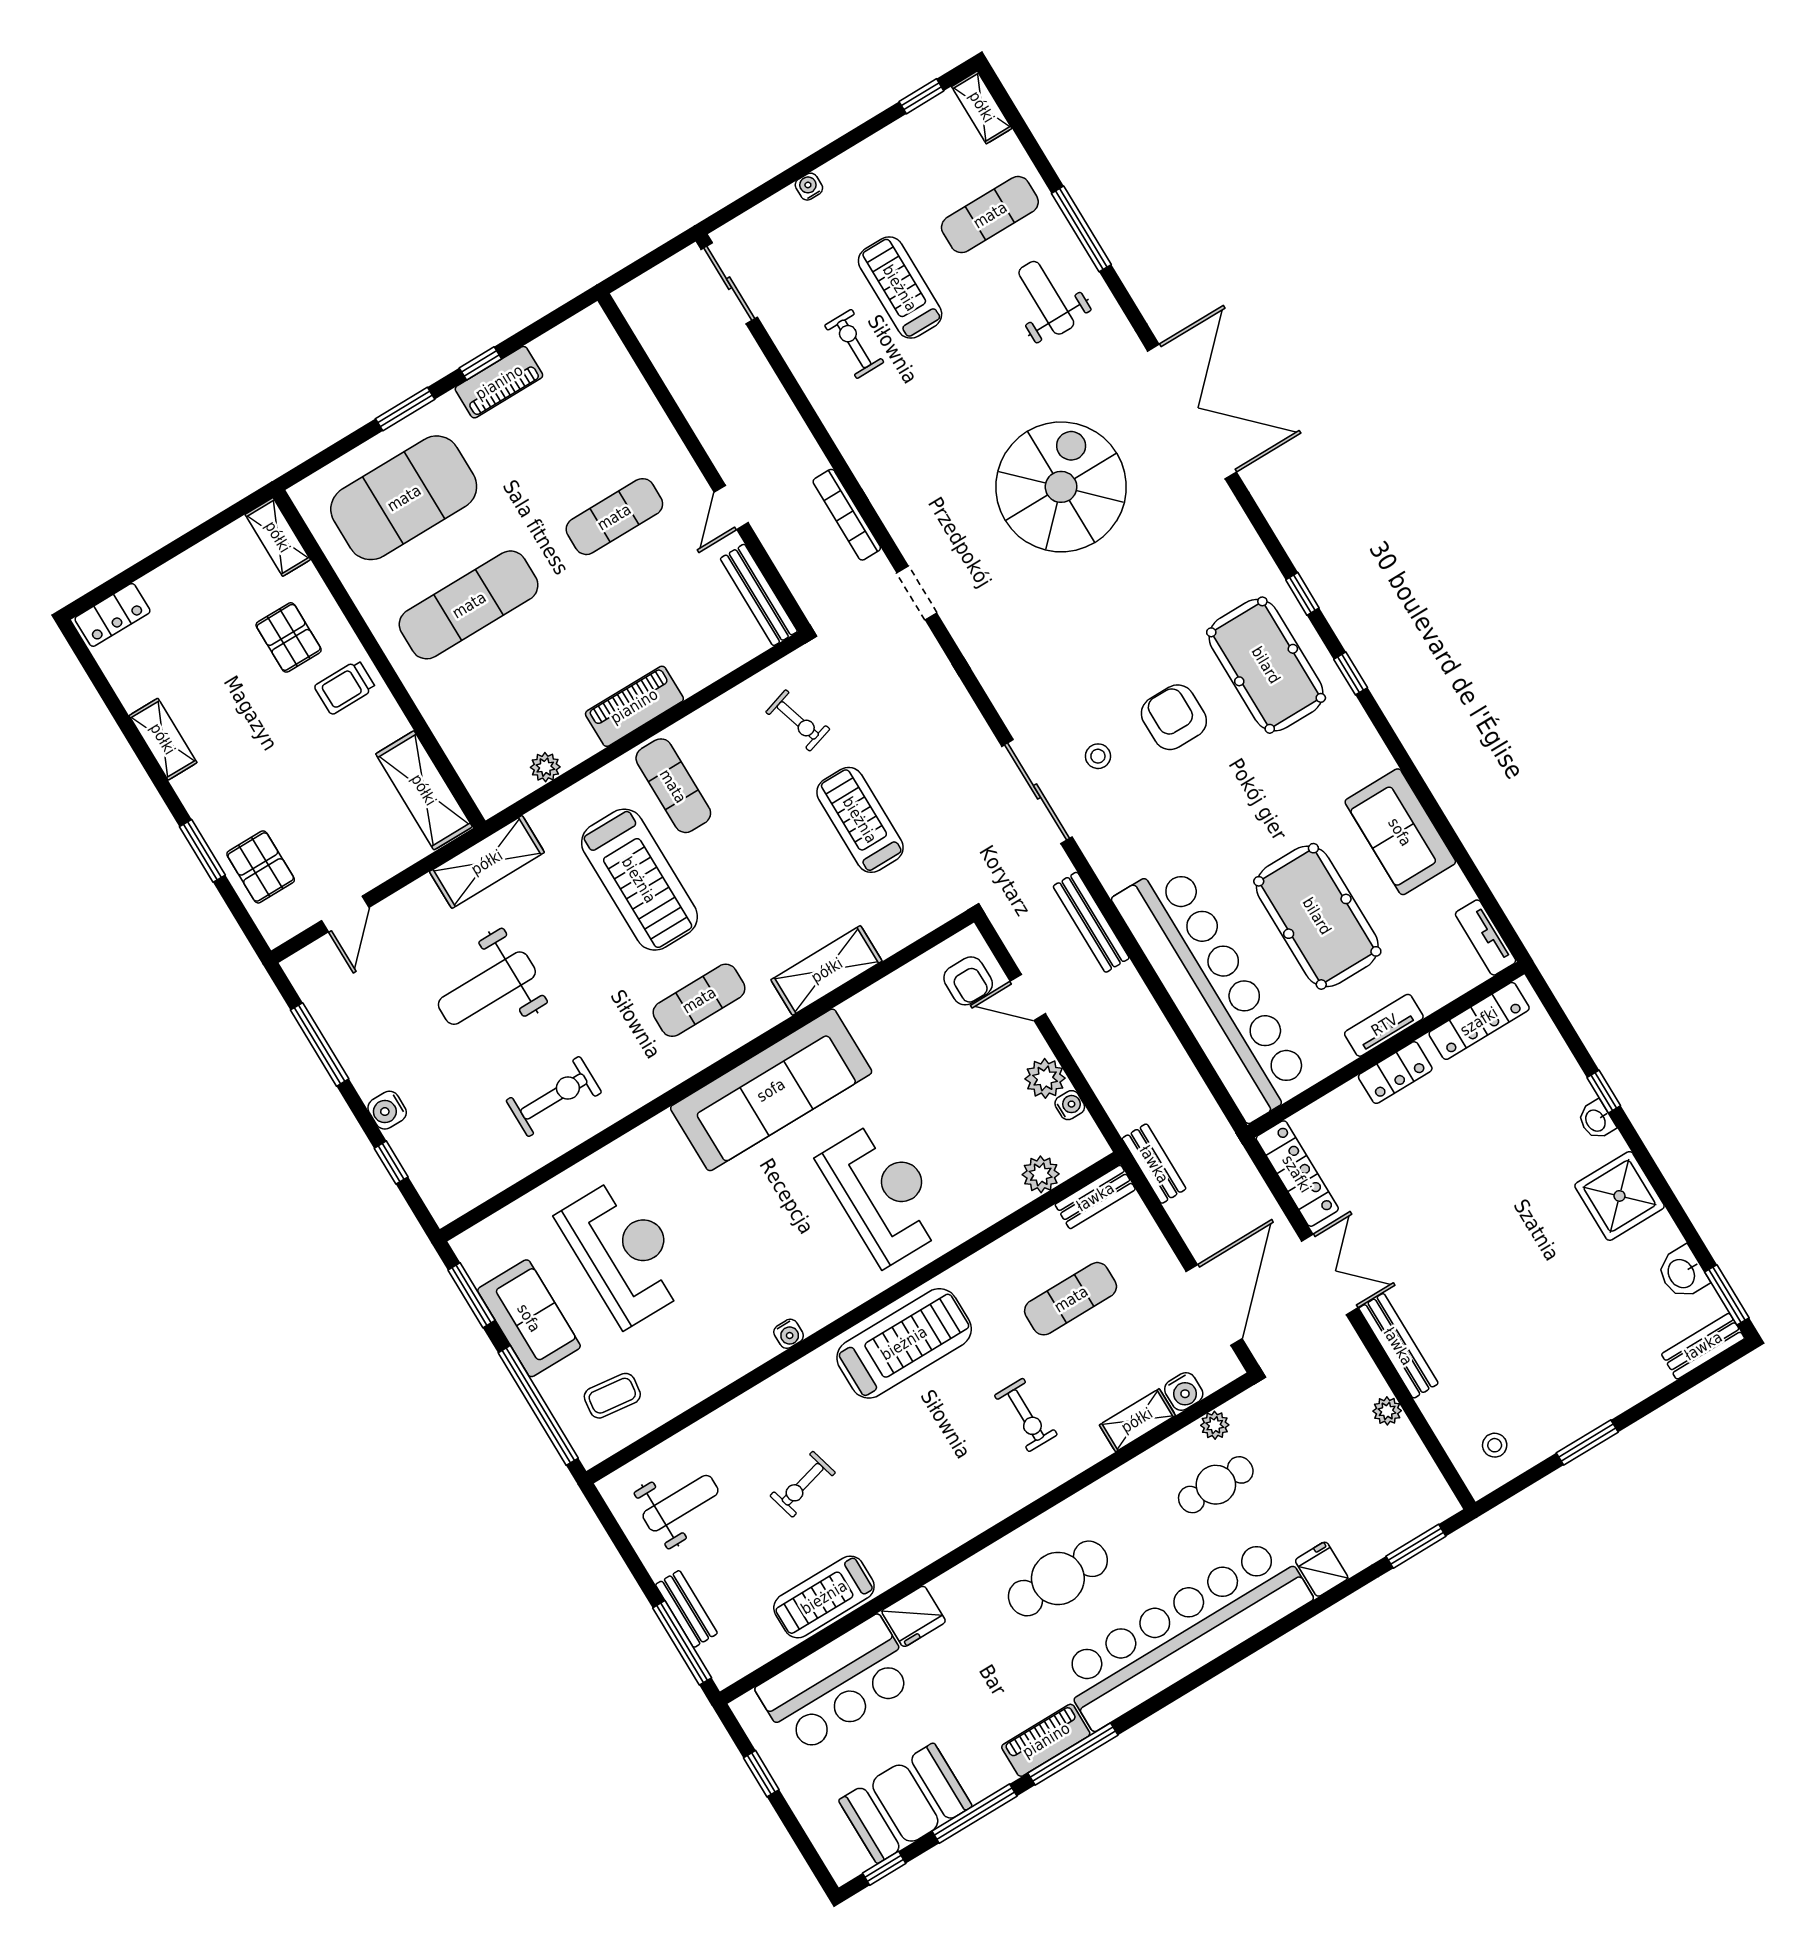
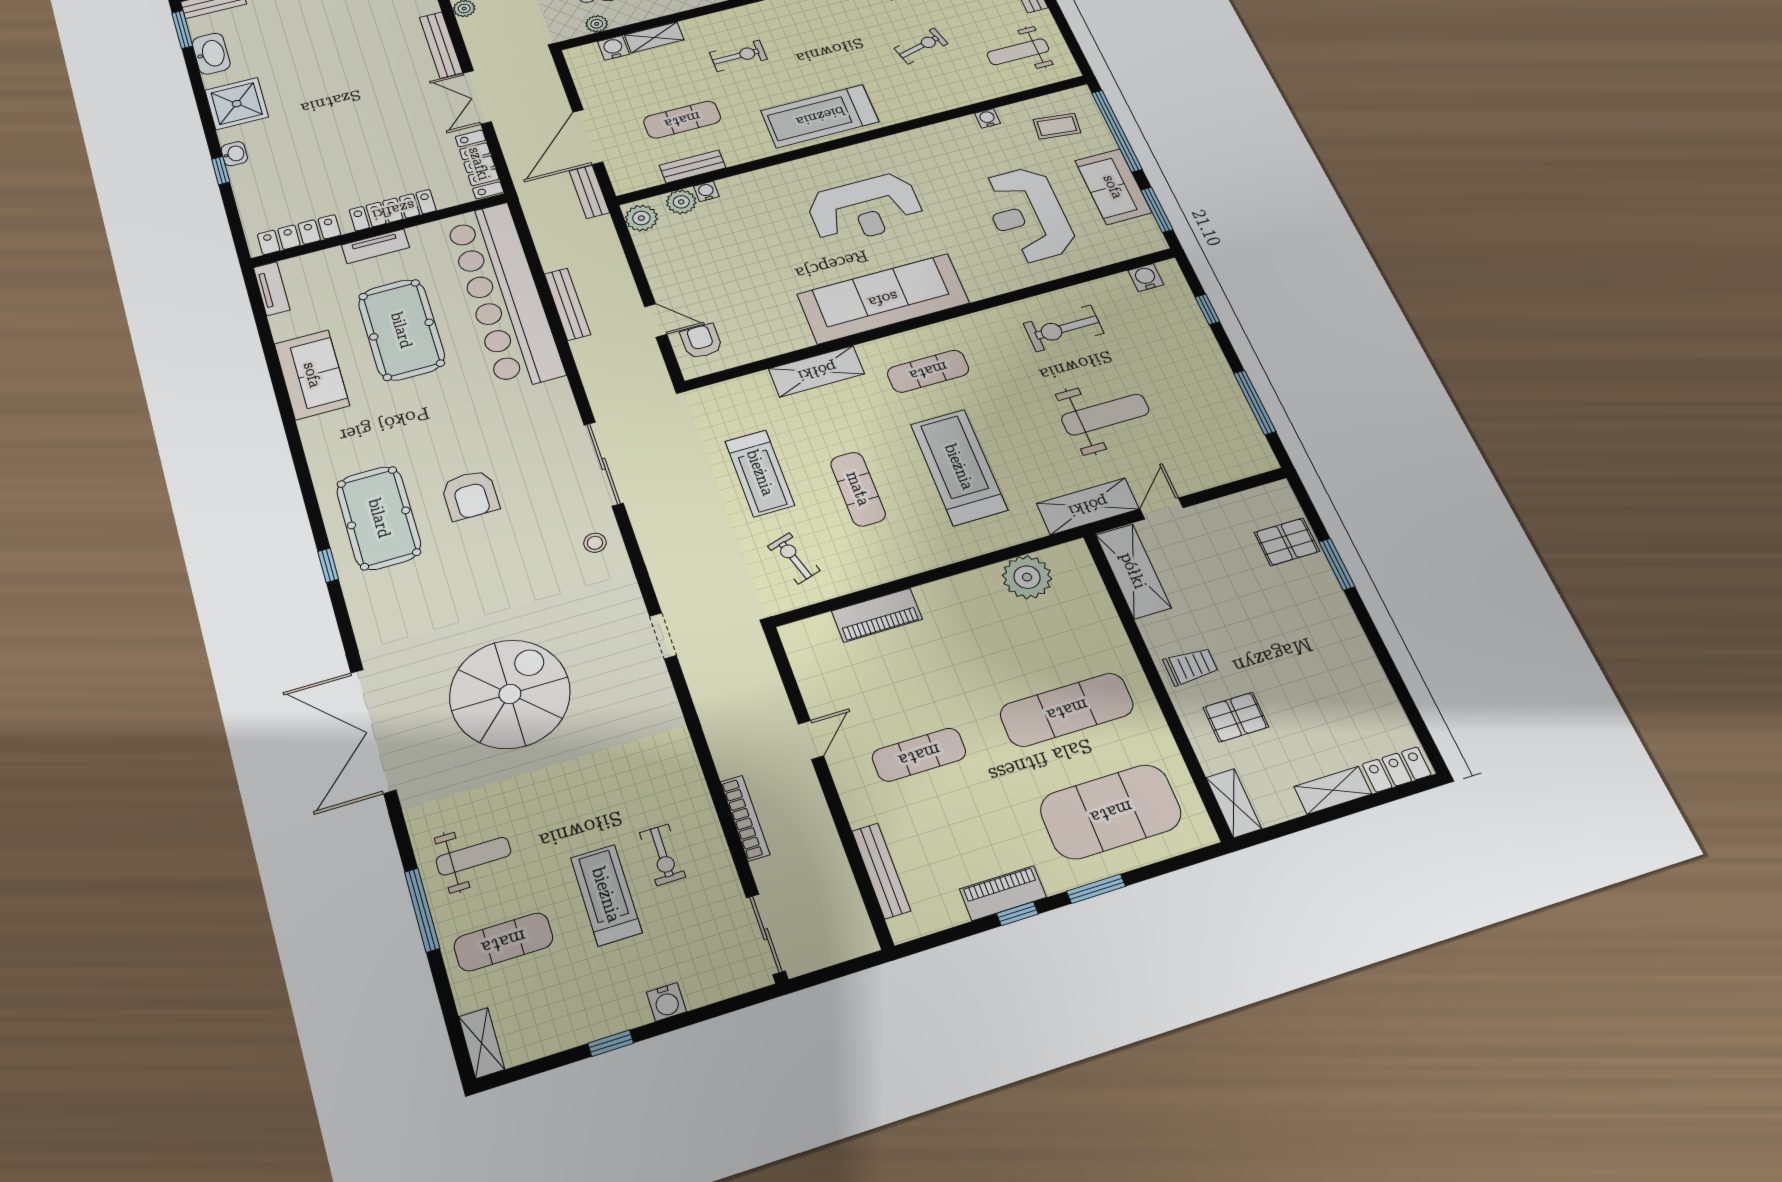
window: (921, 96) -> (611, 1043), moved
water cooler: (809, 187) -> (666, 1002), width x1.38, depth x1.38
treadmill: (900, 288) -> (606, 895), turned 180
weight bench: (1046, 298) -> (474, 856), turned -90
spiral stairs: (1061, 487) -> (510, 694), turned 180
bookcase: (847, 515) -> (745, 818), moved
bench: (759, 595) -> (881, 871), moved
pallet: (289, 637) -> (1236, 717), turned 90
window: (1351, 673) -> (310, 497), removed
piano: (634, 706) -> (877, 615), moved
shelving: (163, 739) -> (1333, 790), moved, turned 90
stool: (1098, 756) -> (595, 543), moved
plant: (545, 767) -> (1027, 577), width x1.88, depth x1.88
exercise mat: (673, 786) -> (858, 489), moved
pallet: (261, 867) -> (1287, 542), turned 90
door: (345, 914) -> (1162, 509), moved
bench: (1091, 922) -> (567, 304), moved
locker: (1395, 1073) -> (393, 210), width x1.53
plant: (1045, 1078) -> (641, 218), moved
water cooler: (1070, 1105) -> (706, 191), moved, turned 90
water cooler: (387, 1110) -> (1146, 278), moved, turned -90
reception desk: (883, 1193) -> (865, 209), moved, turned -90
bench: (1095, 1197) -> (693, 167), moved
washbasin: (1682, 1273) -> (211, 54), width x1.38
door: (1214, 1305) -> (588, 137), moved
water cooler: (789, 1334) -> (988, 118), moved
exercise bike: (1026, 1415) -> (738, 56), turned 90

